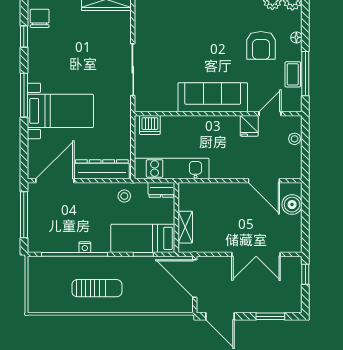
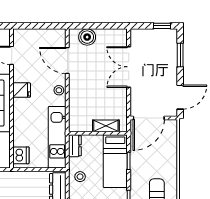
fridge: (249, 126) -> (22, 90), moved
stool: (295, 139) -> (59, 90), moved
door: (264, 181) -> (67, 60), swing flipped
double door: (256, 254) -> (129, 67), swing flipped
window: (305, 274) -> (162, 26), moved

